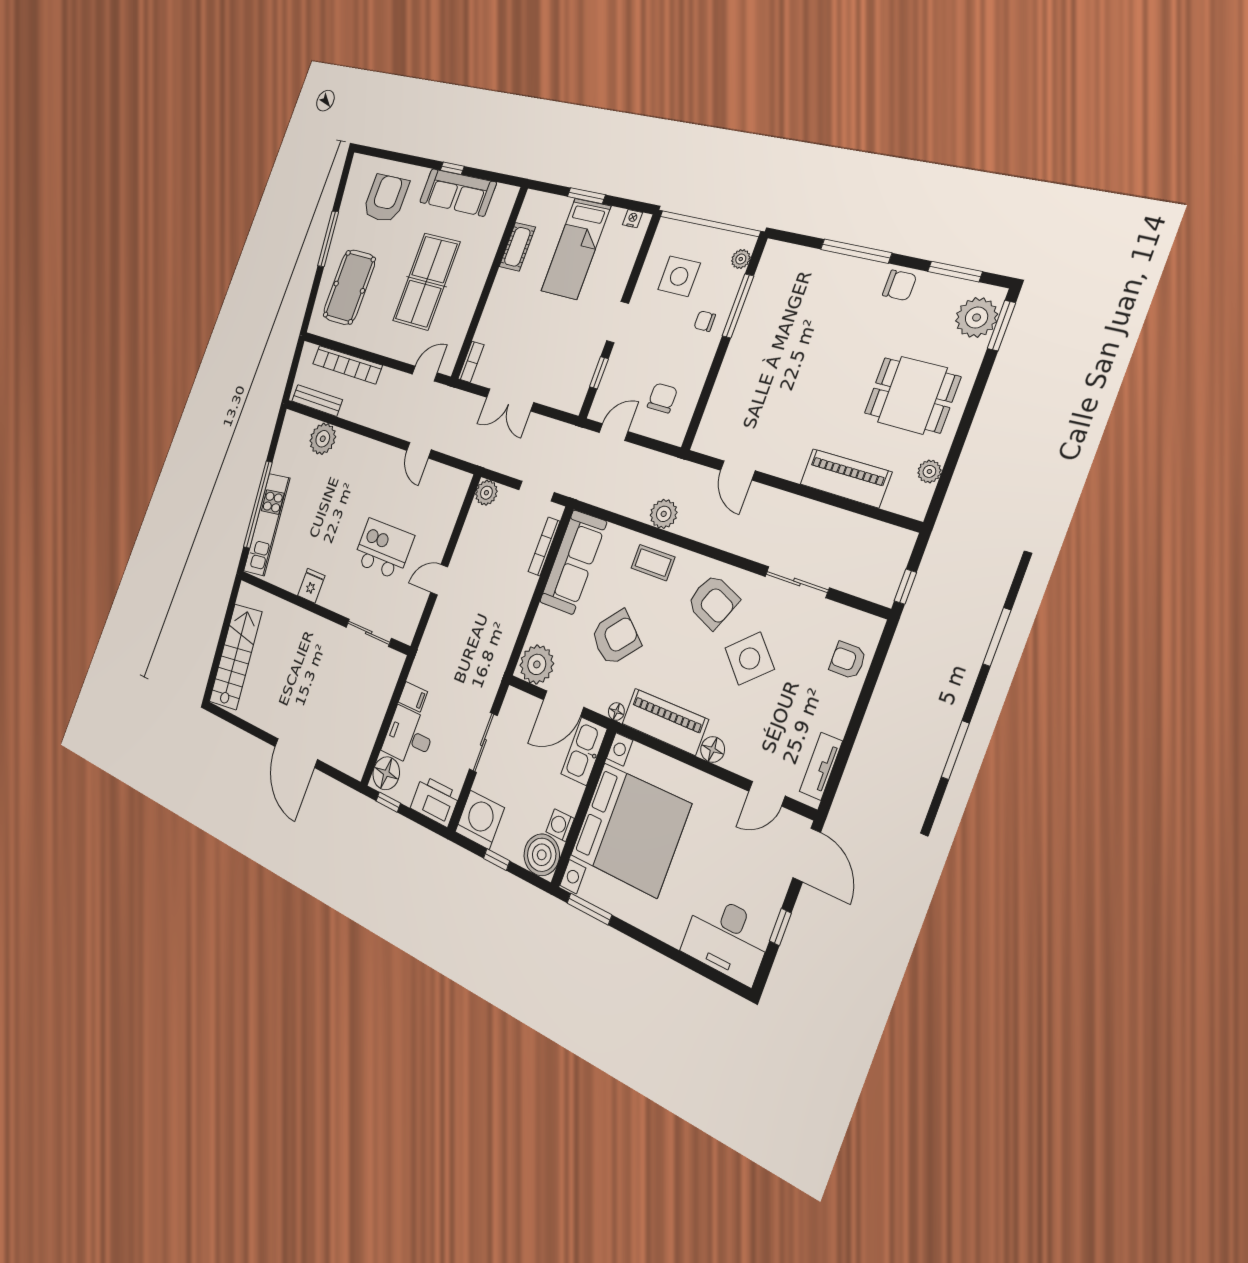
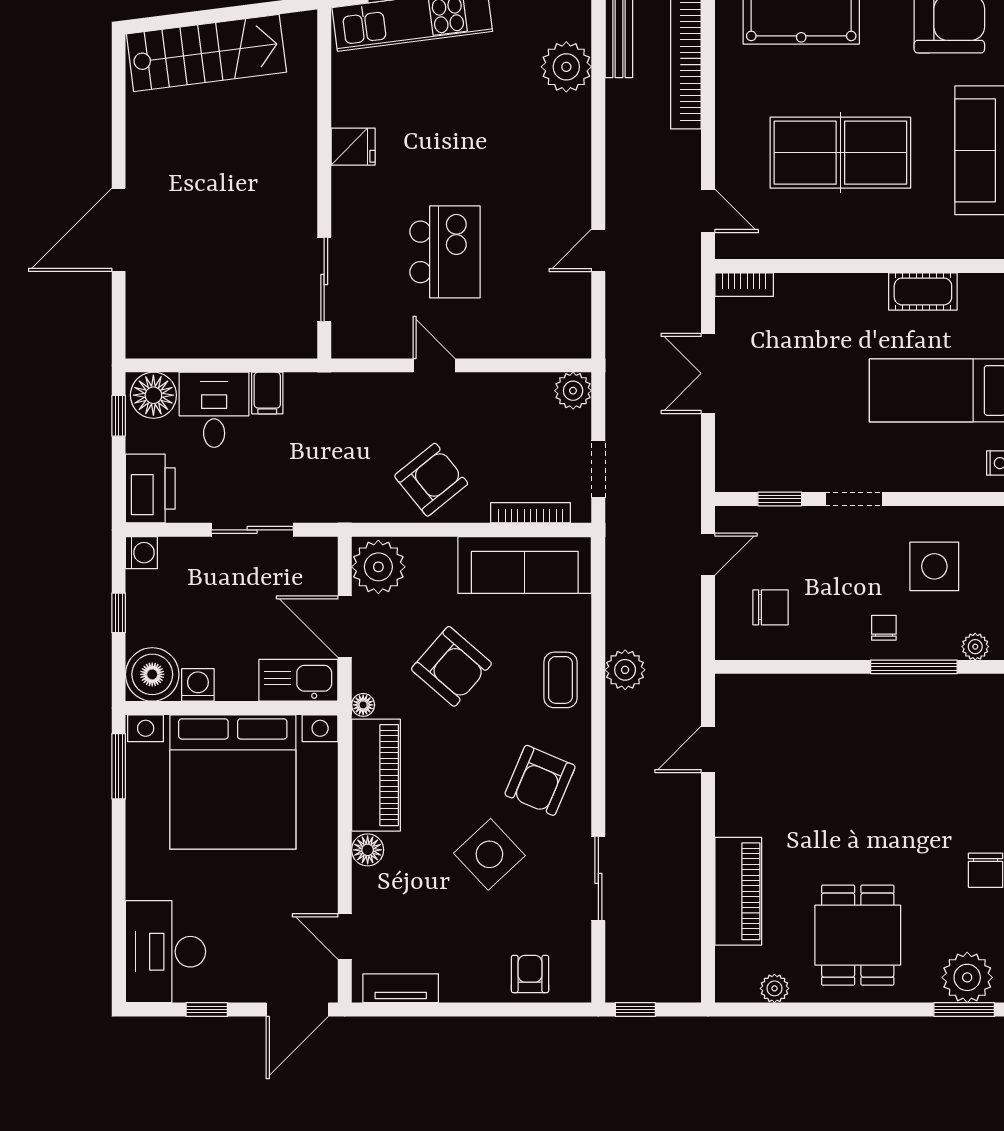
door: (614, 432) -> (708, 554), hinge flipped
armchair: (500, 607) -> (431, 480), added
washing machine: (480, 820) -> (141, 553), width x0.53, depth x0.53

